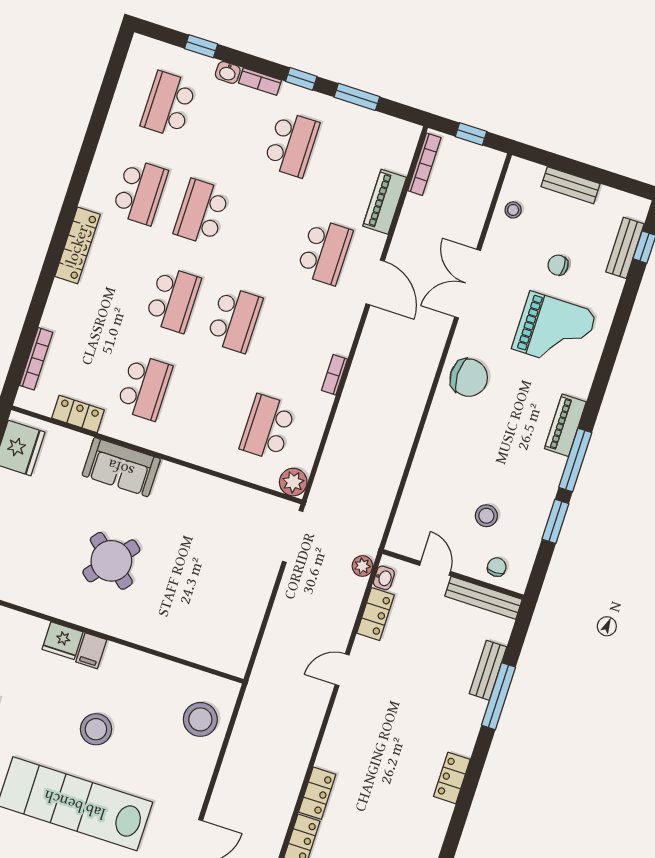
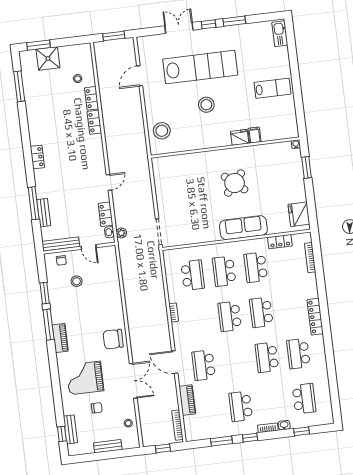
school desk: (202, 212) -> (267, 357), turned 180
school desk: (206, 407) -> (224, 271), added
sofa: (121, 467) -> (243, 228), width x1.36
plant: (293, 482) -> (170, 256), removed
filing cabinet: (91, 651) -> (254, 135), moved

